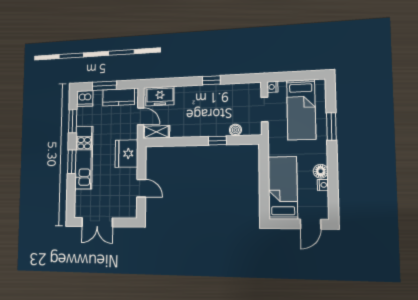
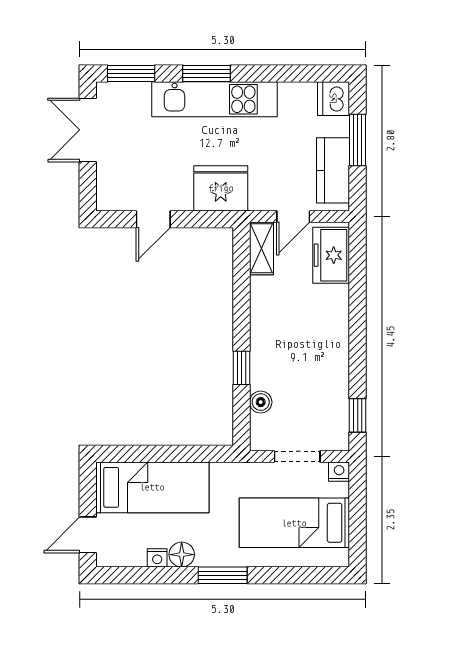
window: (211, 80) -> (358, 415), moved
window: (73, 121) -> (131, 74), moved
window: (331, 126) -> (223, 575), moved
door: (311, 224) -> (88, 535), hinge flipped

